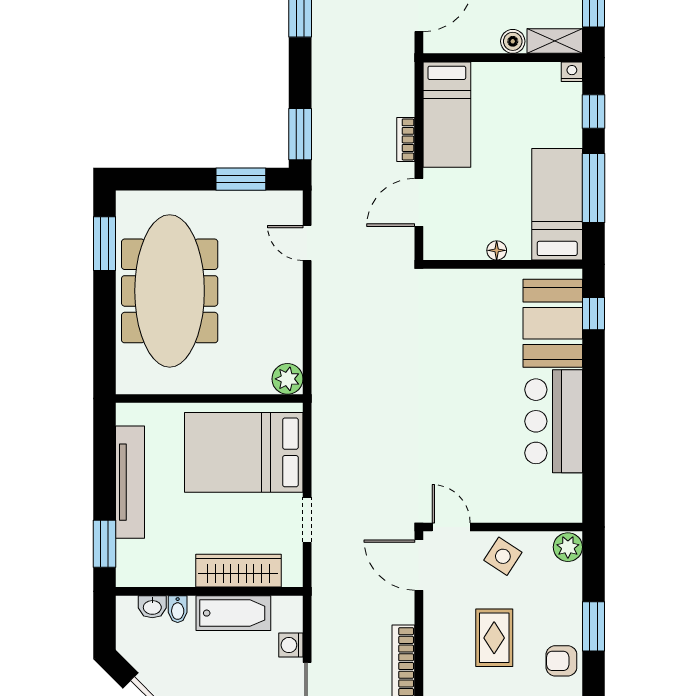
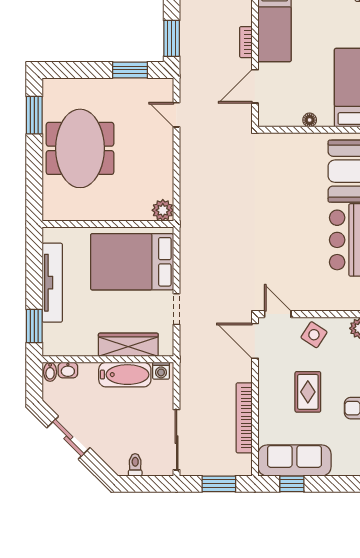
meeting table: (170, 291) -> (80, 148), width x0.73
bidet: (178, 609) -> (50, 372), moved
washing machine: (291, 645) -> (161, 371), moved, turned -90

